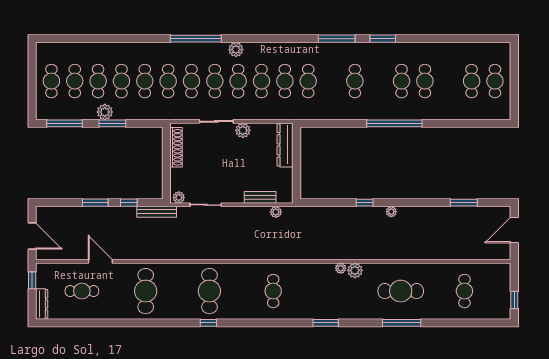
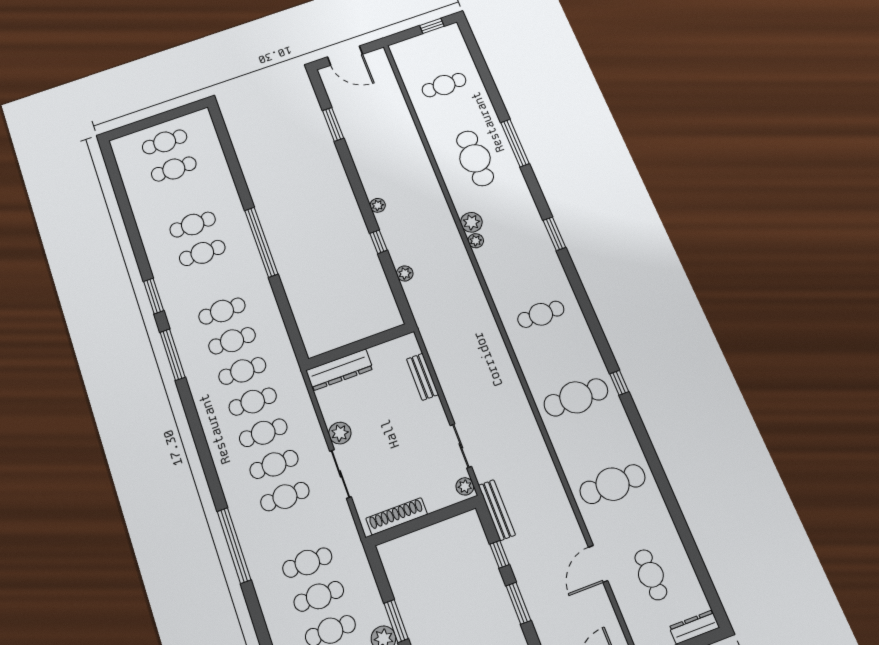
plant: (236, 50) -> (231, 484), removed
cafe table: (191, 81) -> (232, 341), moved
plant: (276, 212) -> (405, 273), moved

